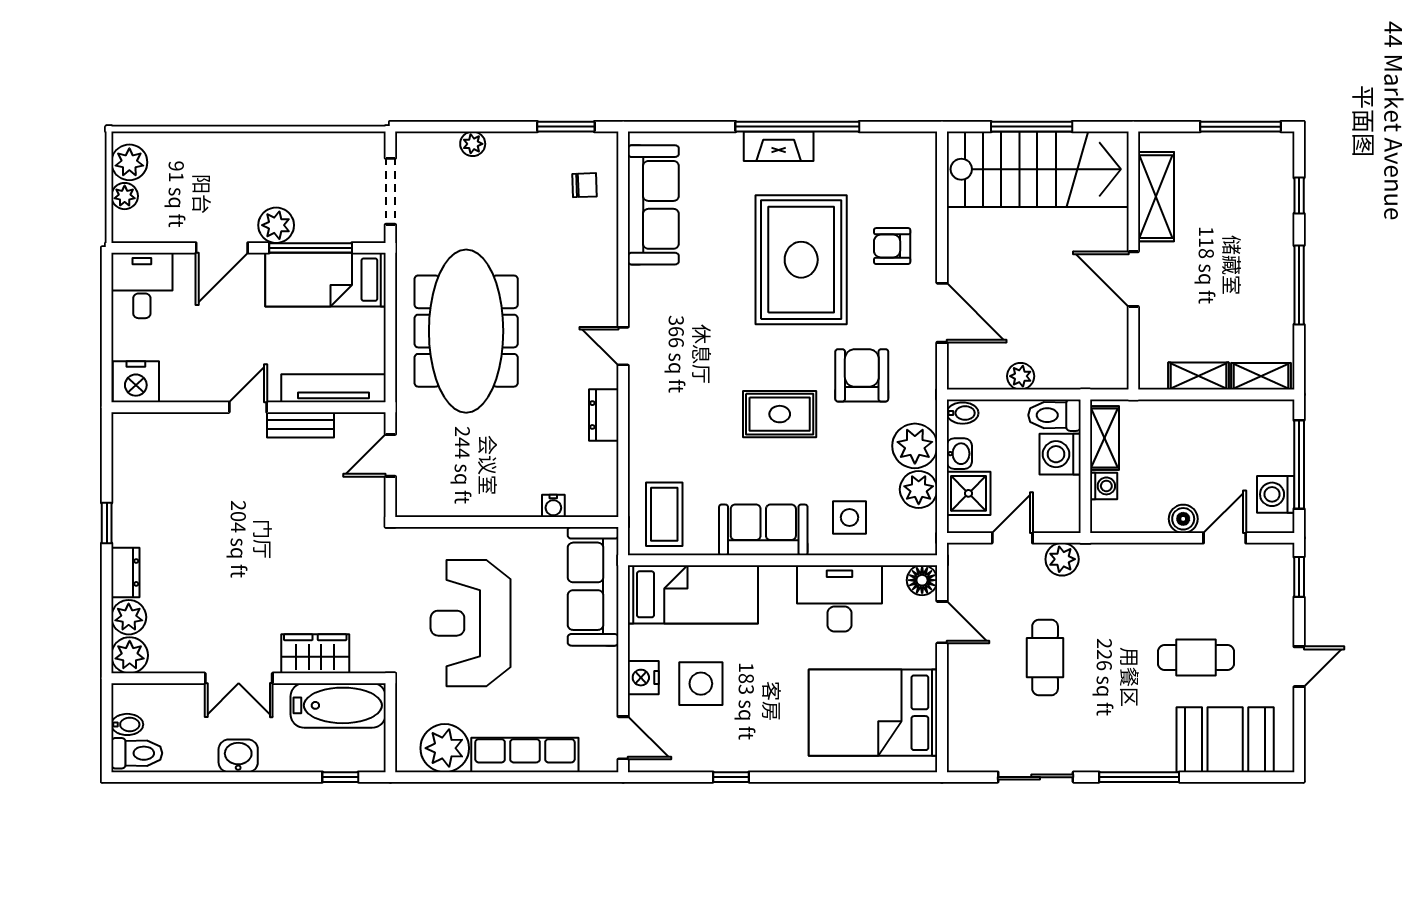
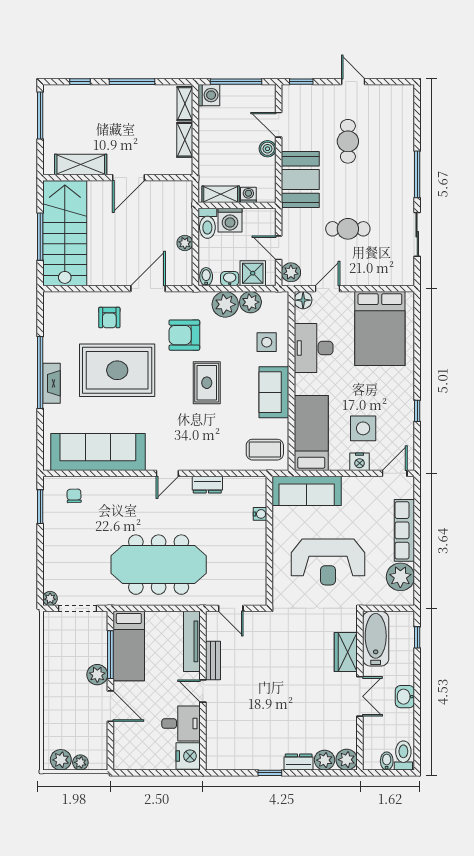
plant: (473, 144) -> (50, 598), moved
sofa: (653, 205) -> (98, 452), width x1.36, depth x1.27
desk: (142, 285) -> (181, 723), moved, turned 180
washing machine: (1276, 494) -> (209, 95), moved, turned -90
plant: (1062, 559) -> (291, 272), moved
booth: (1225, 740) -> (300, 180), moved

